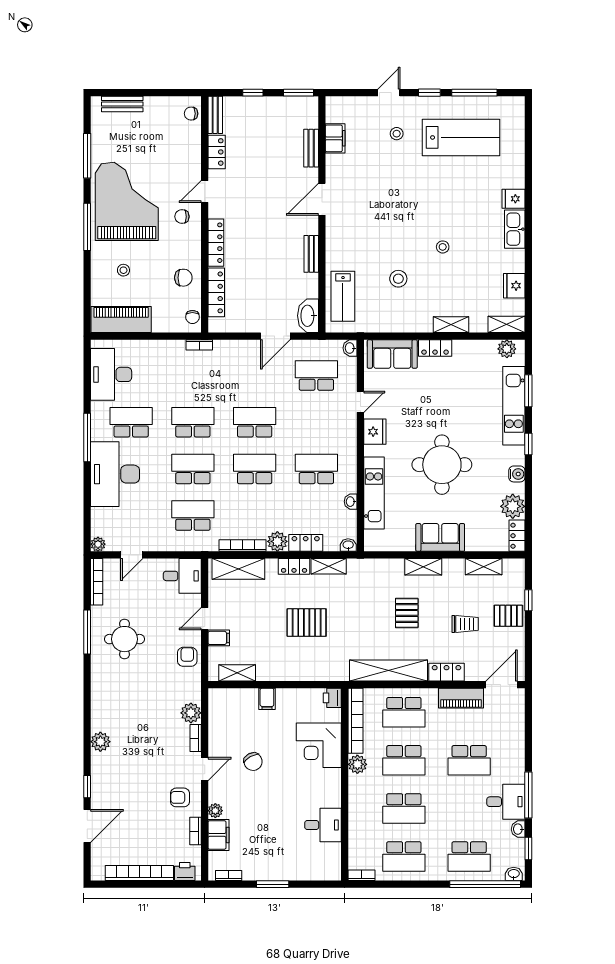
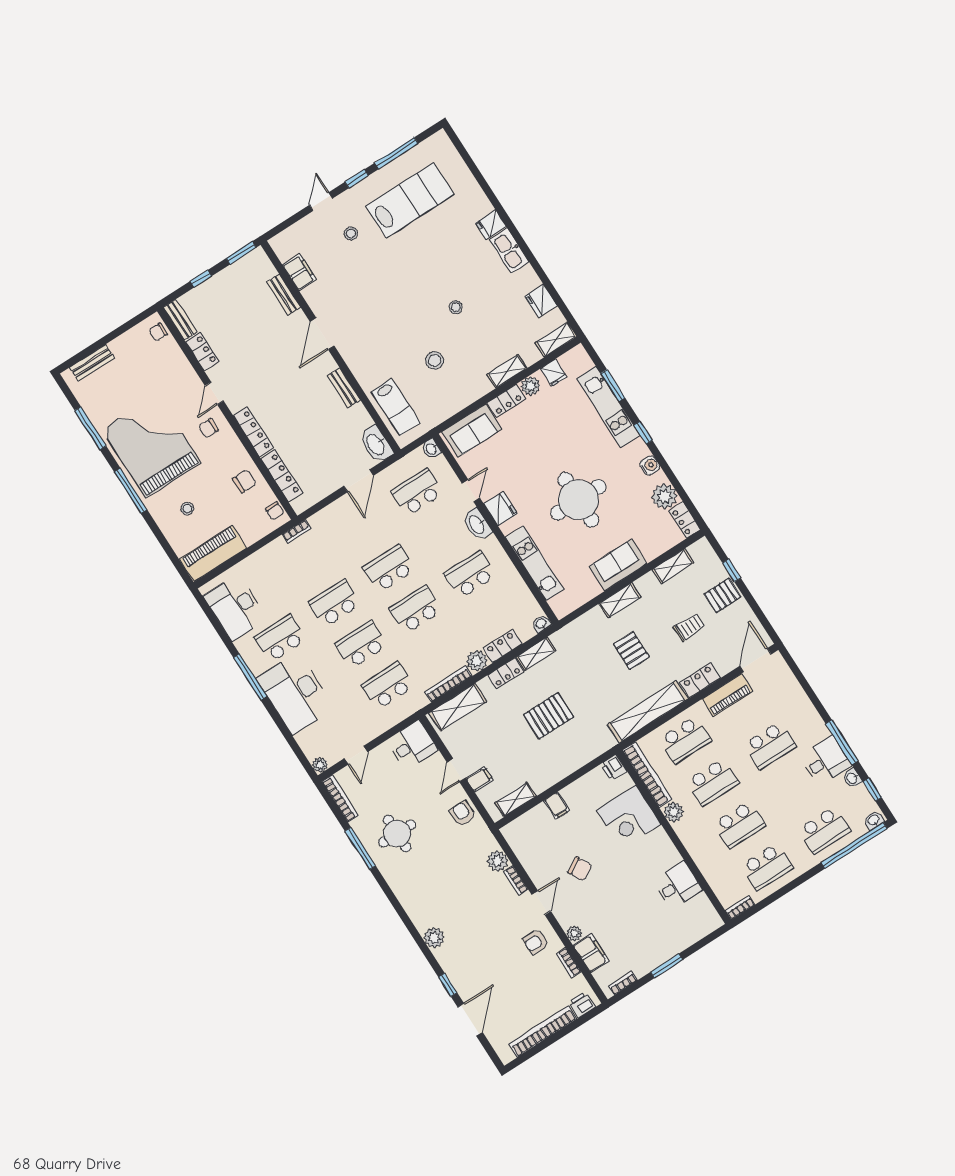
plant: (507, 349) -> (531, 386), moved
fridge: (488, 350) -> (554, 373), added
washbasin: (351, 502) -> (477, 524), moved, width x1.91, depth x1.45

